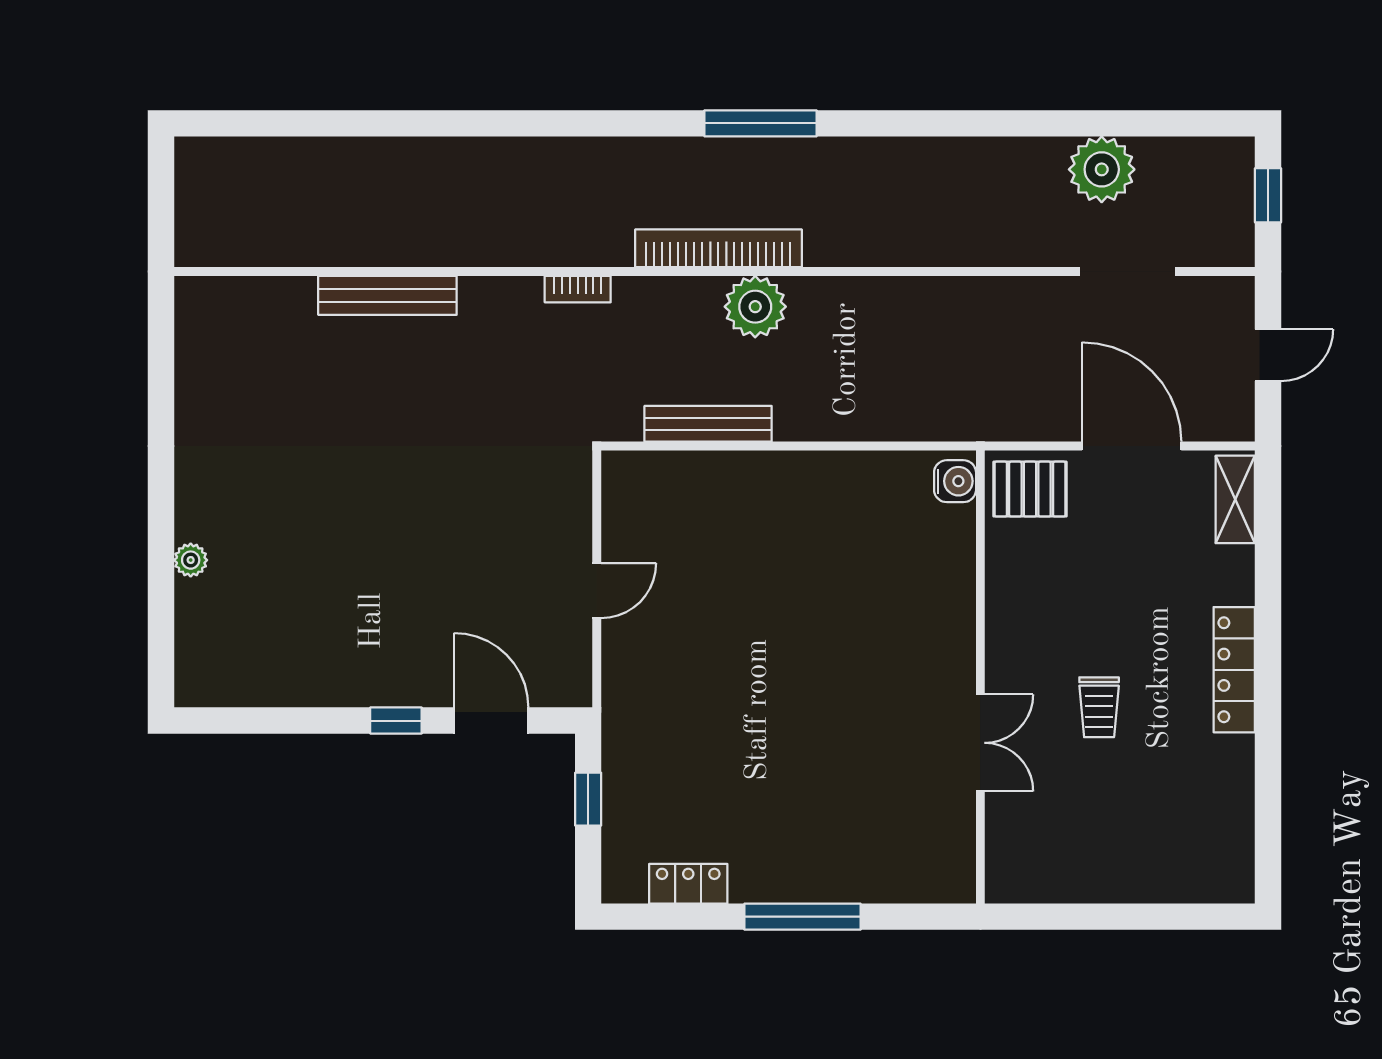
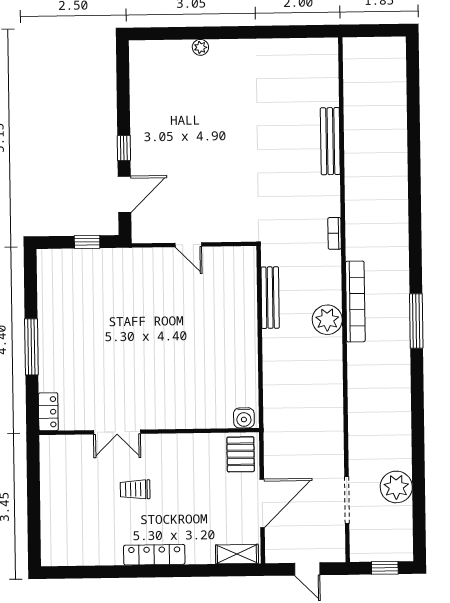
locker: (688, 884) -> (48, 412), moved

